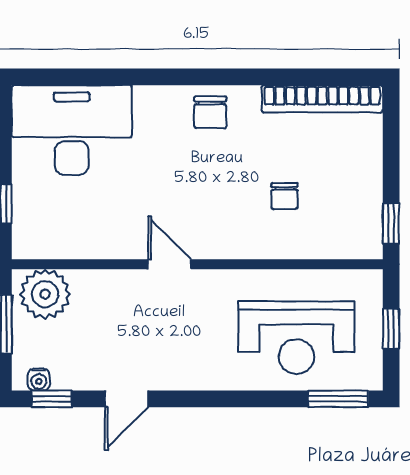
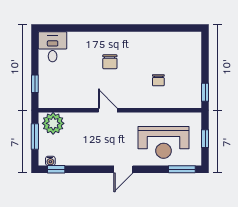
bookcase: (322, 99) -> (175, 38), removed
chair: (210, 112) -> (110, 62), moved
desk: (72, 130) -> (53, 47), width x0.53, depth x0.77
door: (126, 399) -> (123, 169), moved

